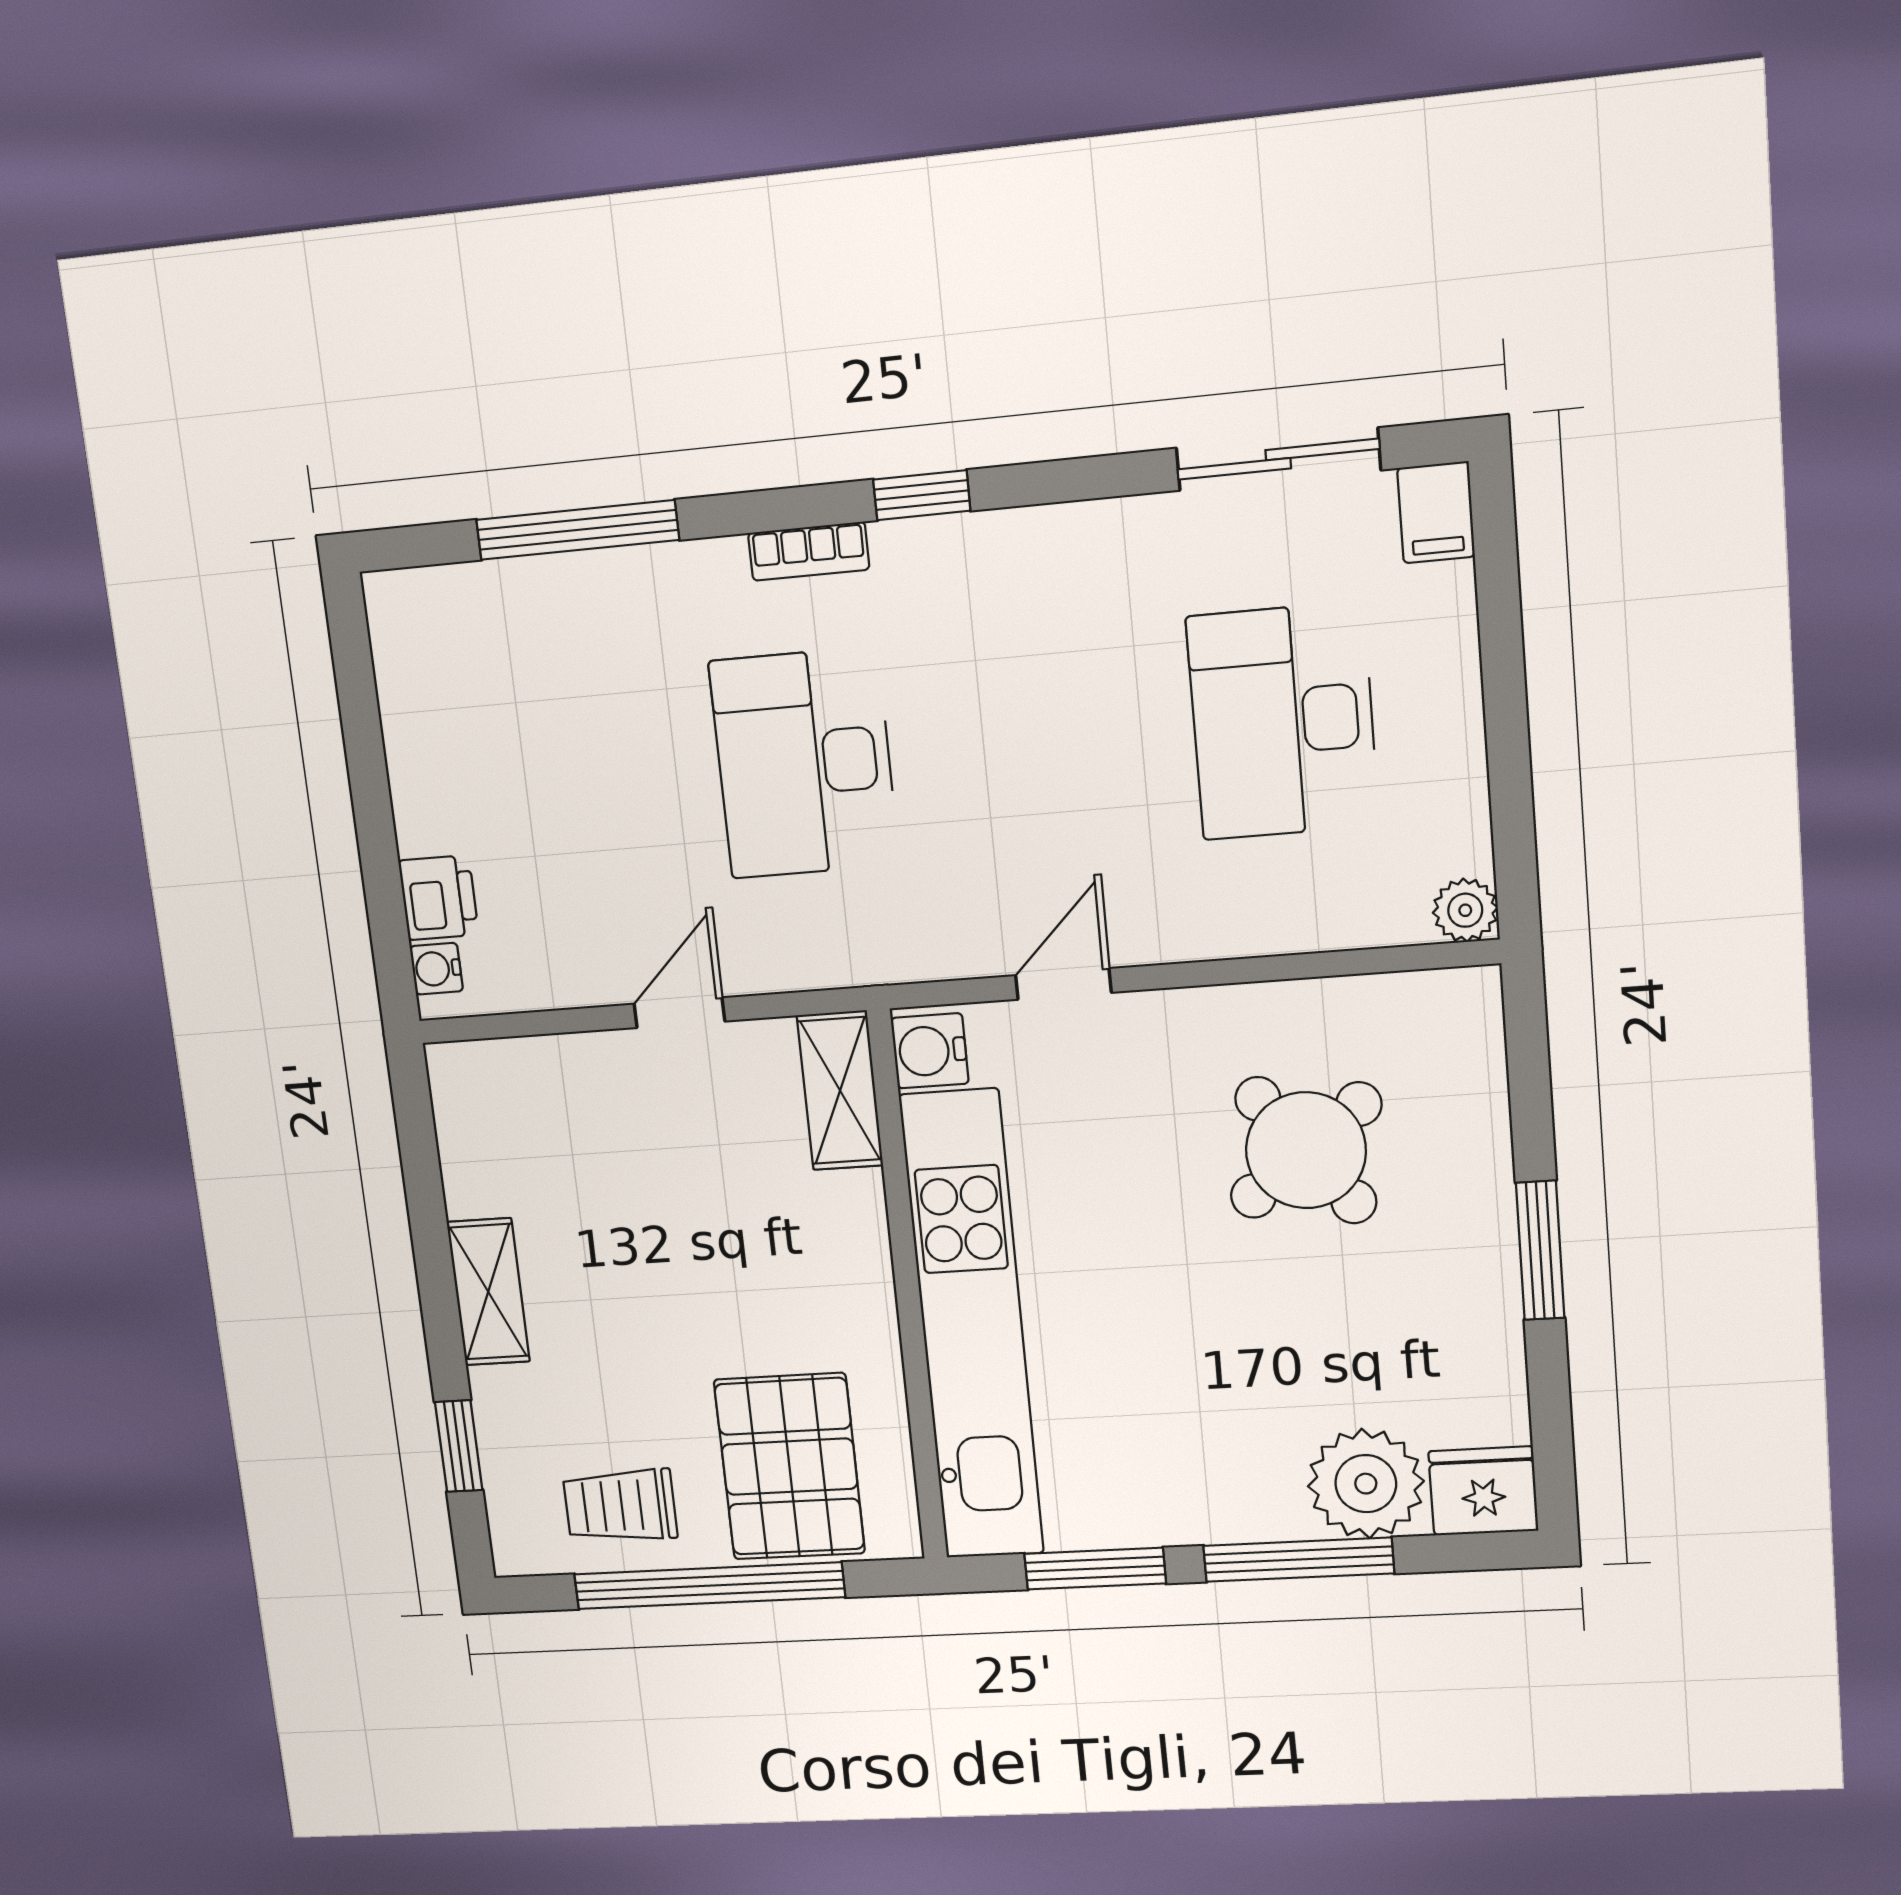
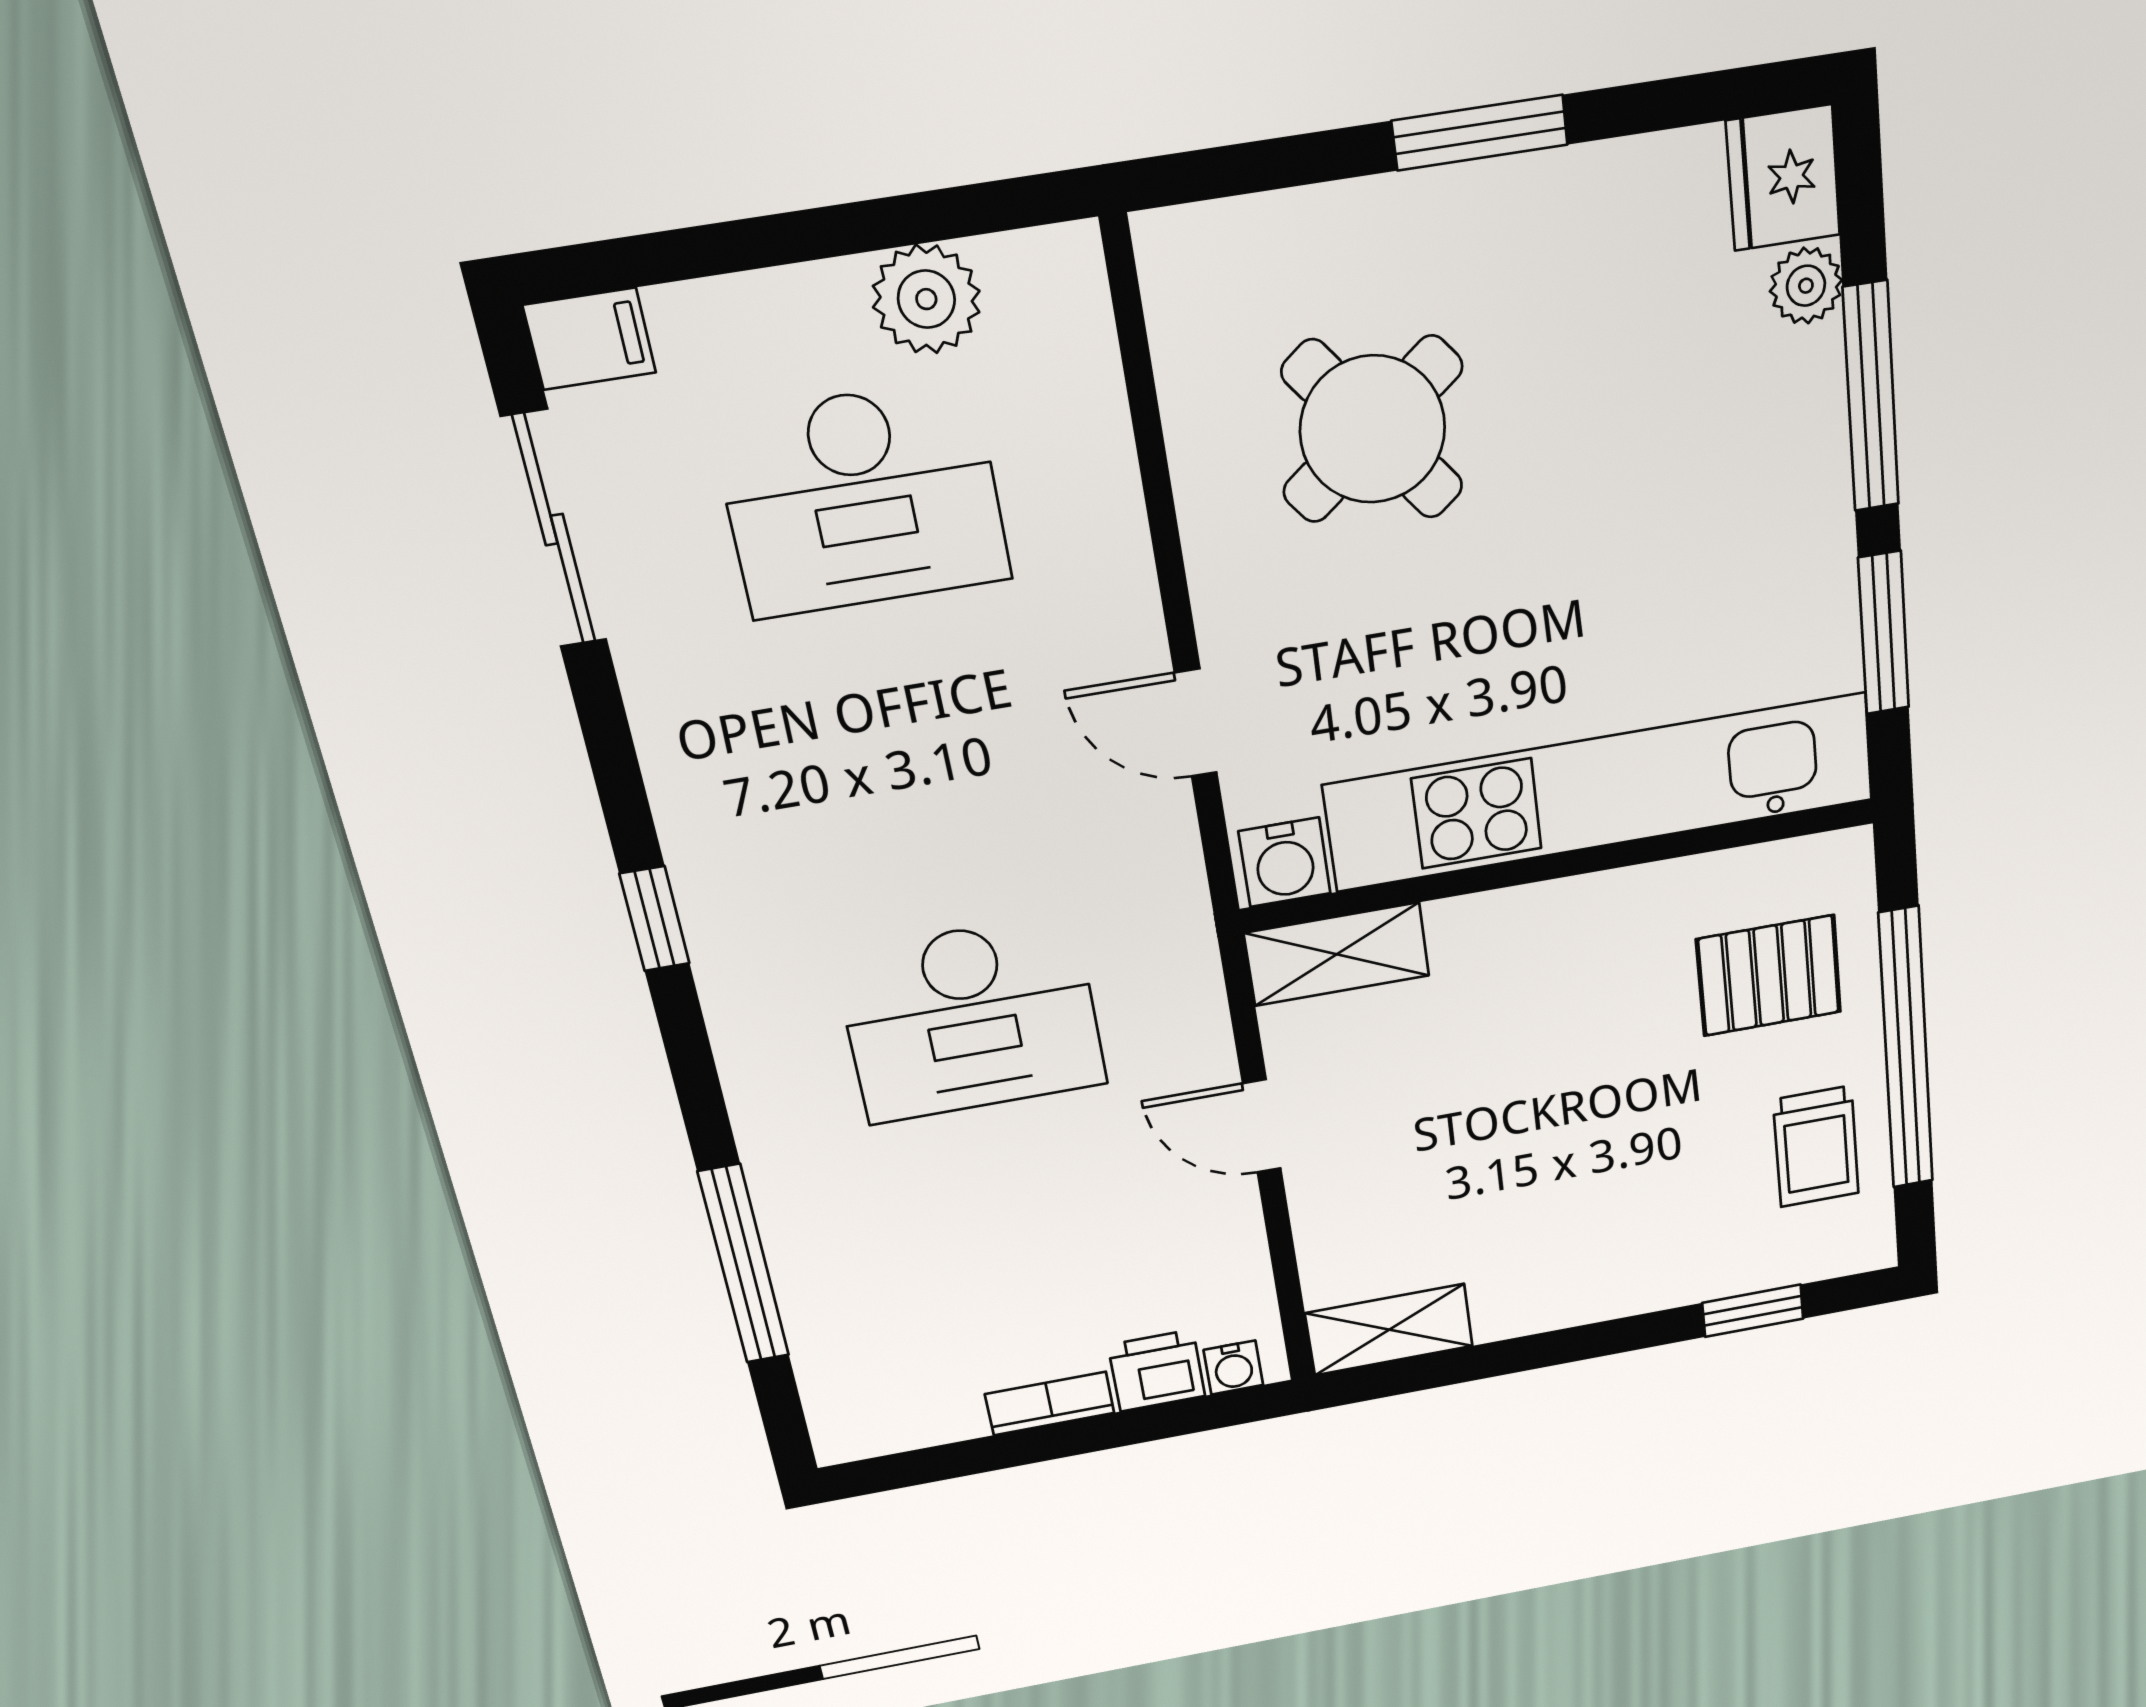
bookcase: (809, 551) -> (1050, 1403), moved, turned -90
plant: (1465, 910) -> (926, 299), moved, width x1.38, depth x1.38
shelving: (488, 1292) -> (1389, 1330), moved
pallet: (789, 1467) -> (1769, 976), width x0.67, depth x0.71
plant: (1366, 1484) -> (1806, 286), width x0.53, depth x0.53

